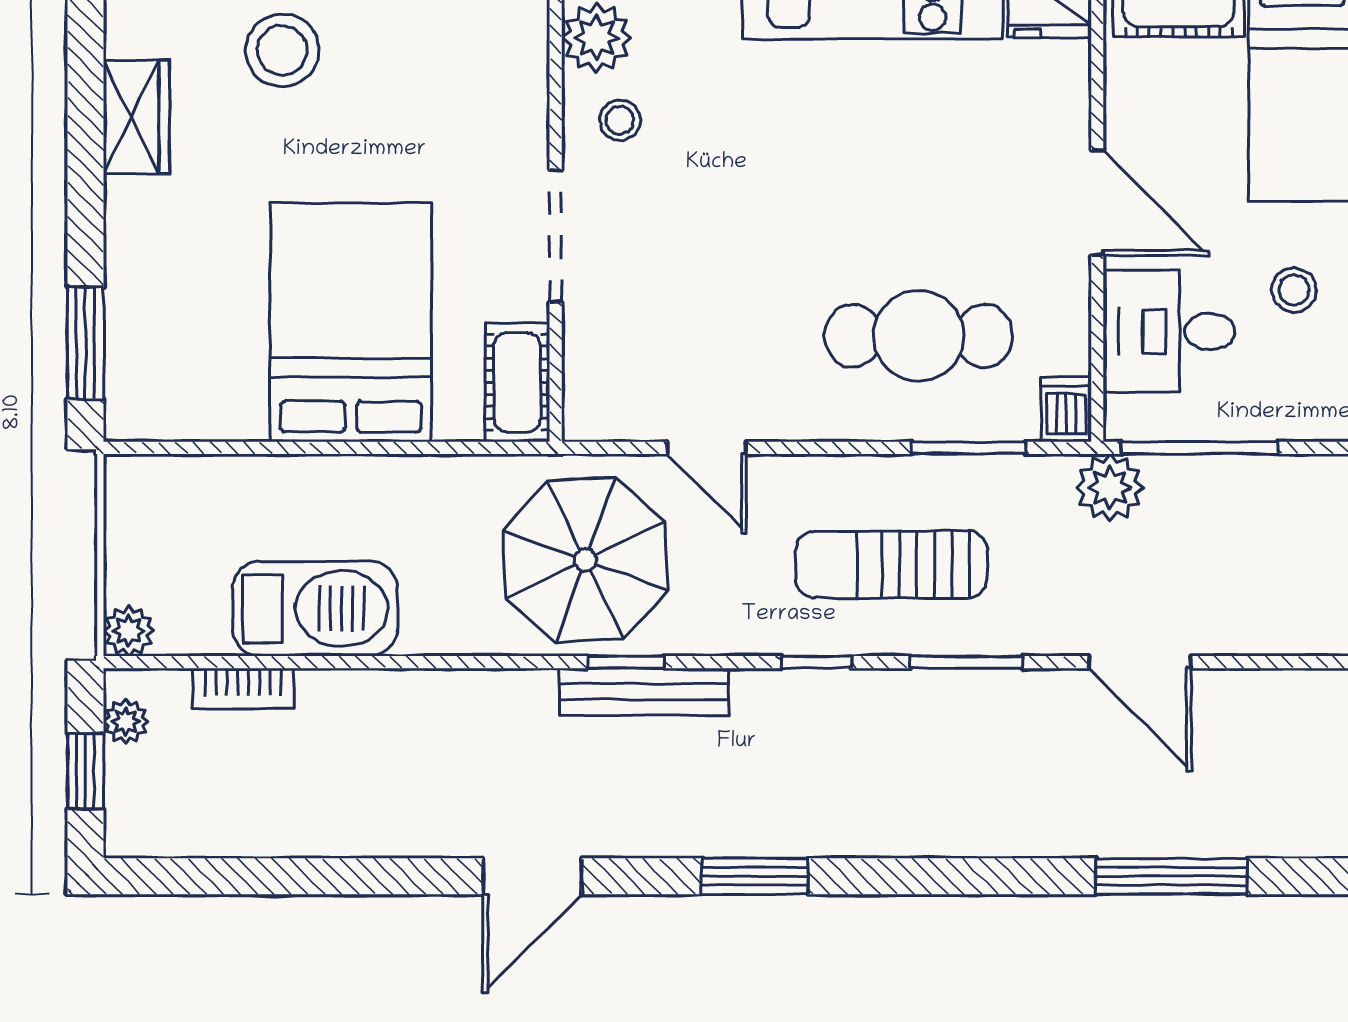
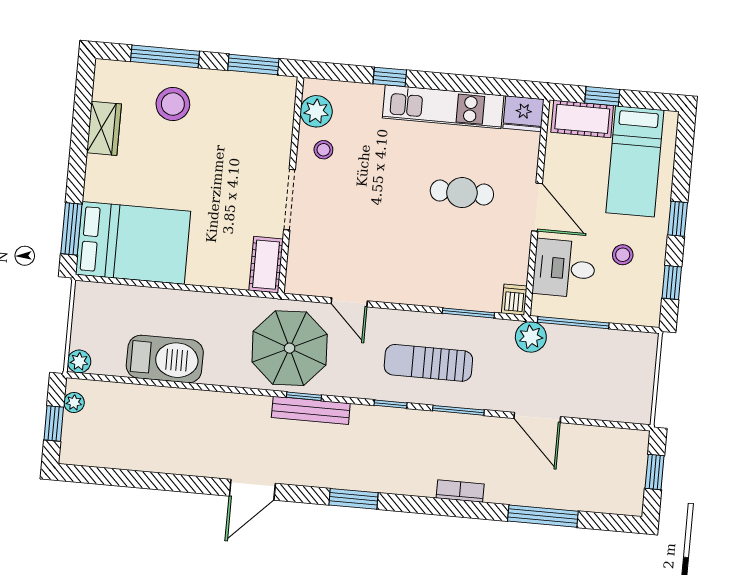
bed: (351, 322) -> (133, 243), moved, turned 90
cafe table: (919, 336) -> (462, 193), moved, width x0.73, depth x0.74
bookcase: (243, 688) -> (460, 491), moved, turned 180

